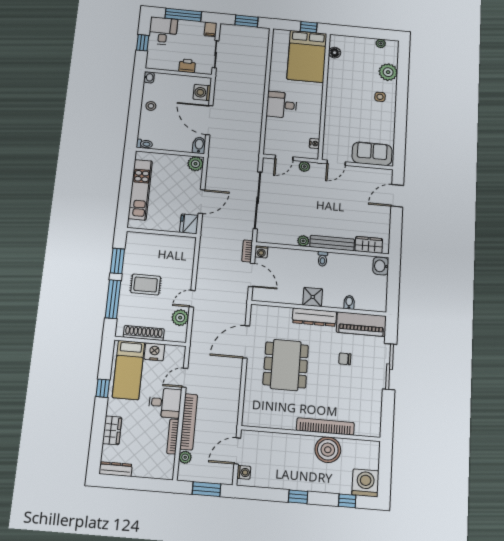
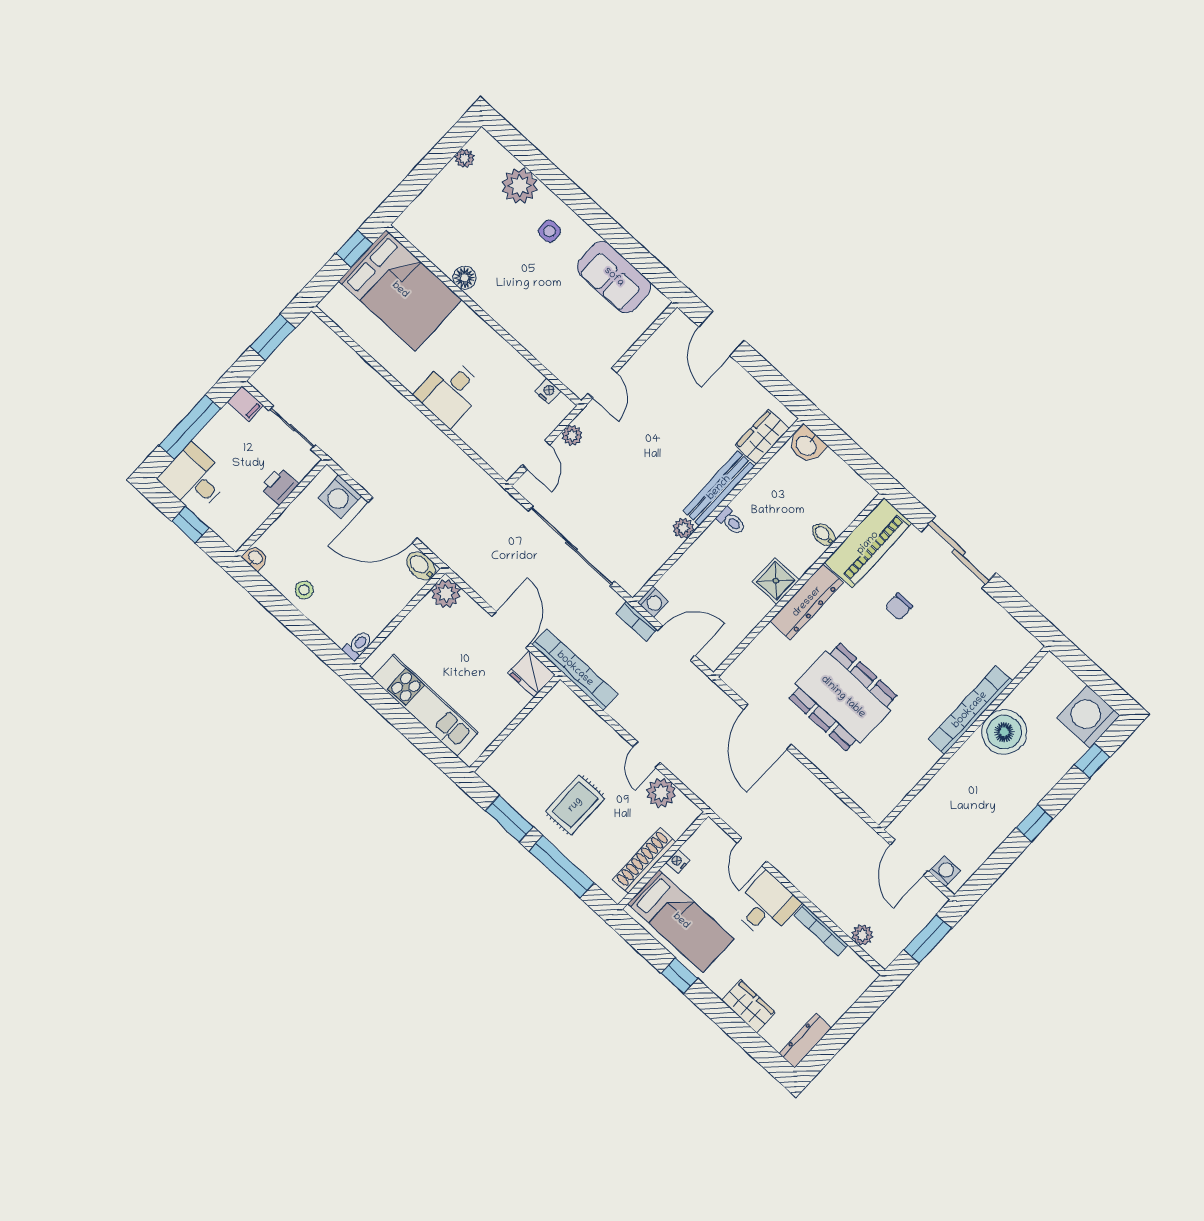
floor lamp: (335, 53) -> (465, 278), moved
sofa: (372, 154) -> (614, 277), moved, turned -90
nightstand: (154, 352) -> (678, 861), width x0.53, depth x0.56
bookcase: (189, 422) -> (575, 669), moved

